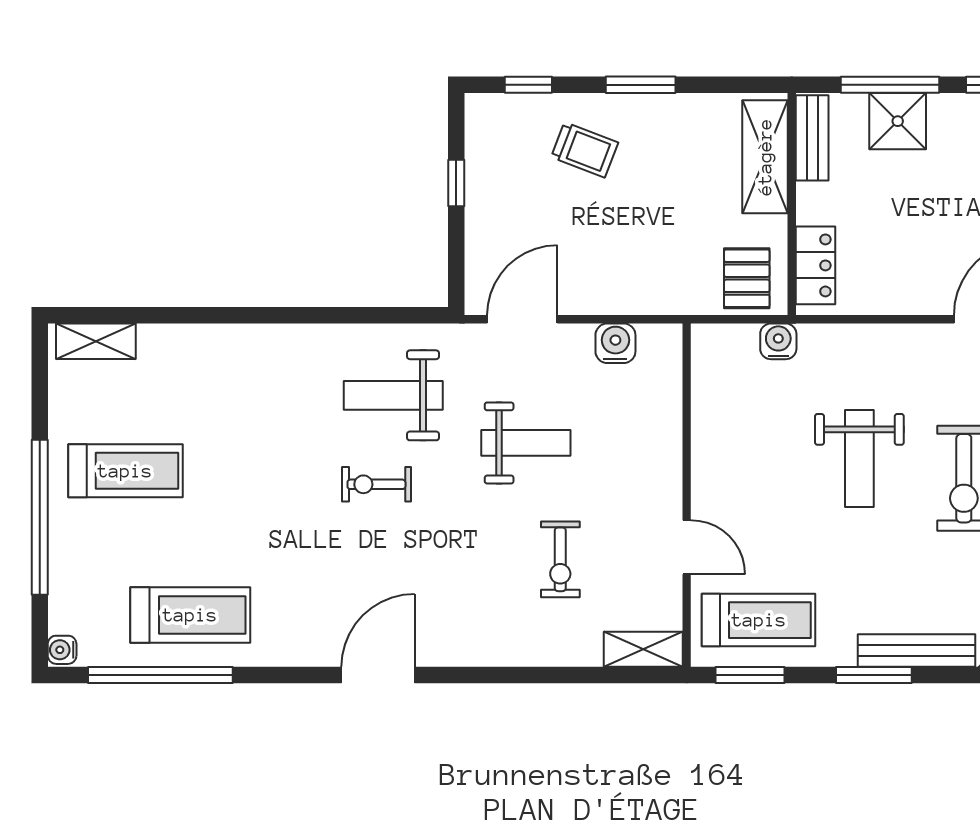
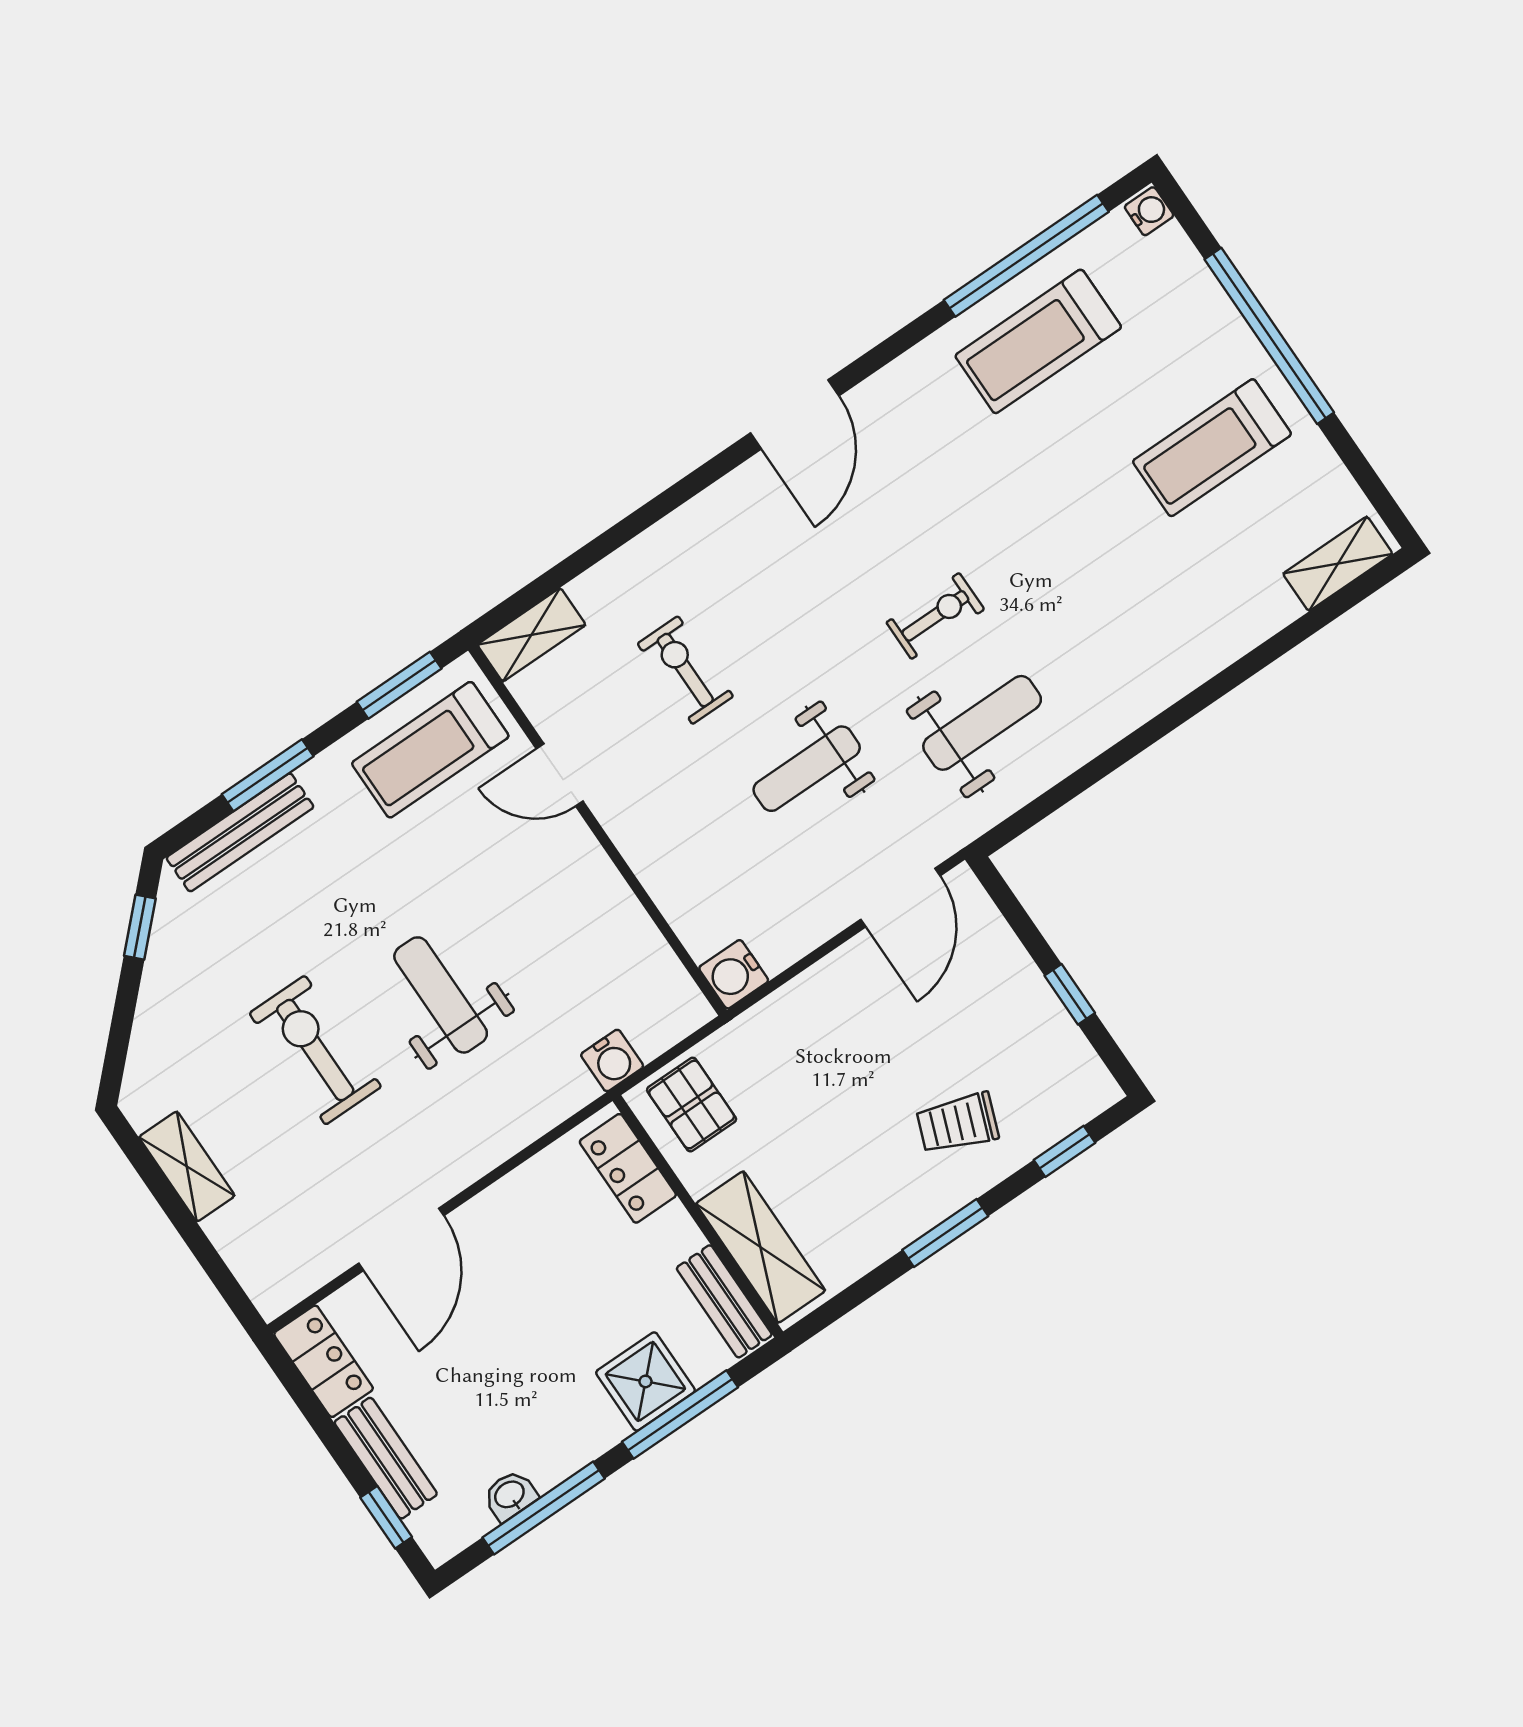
water cooler: (615, 343) -> (734, 974), moved, turned 90

